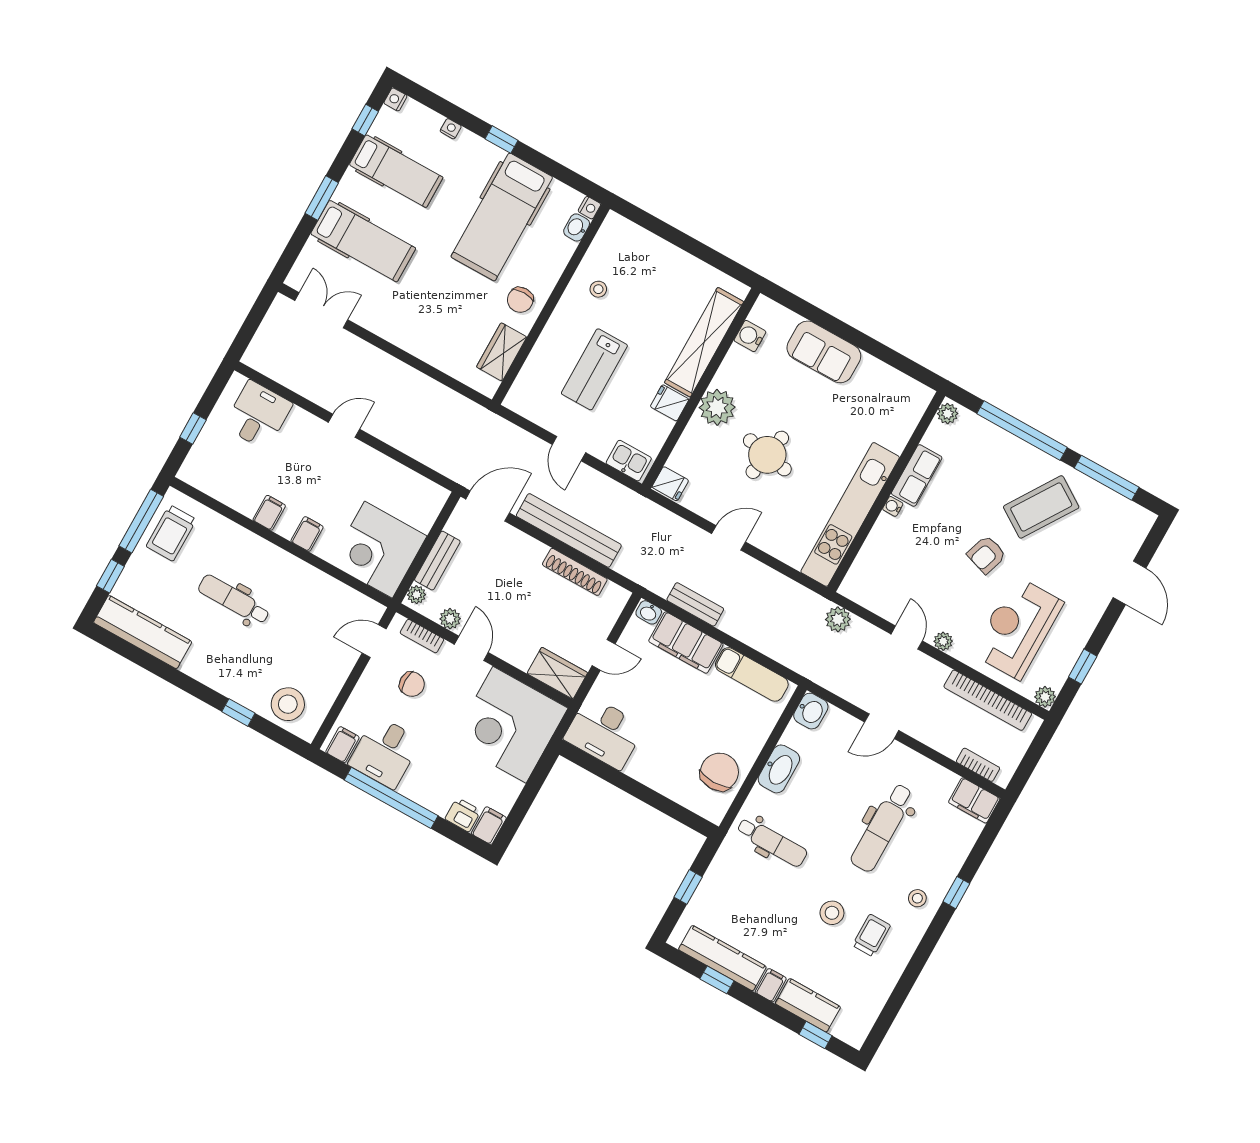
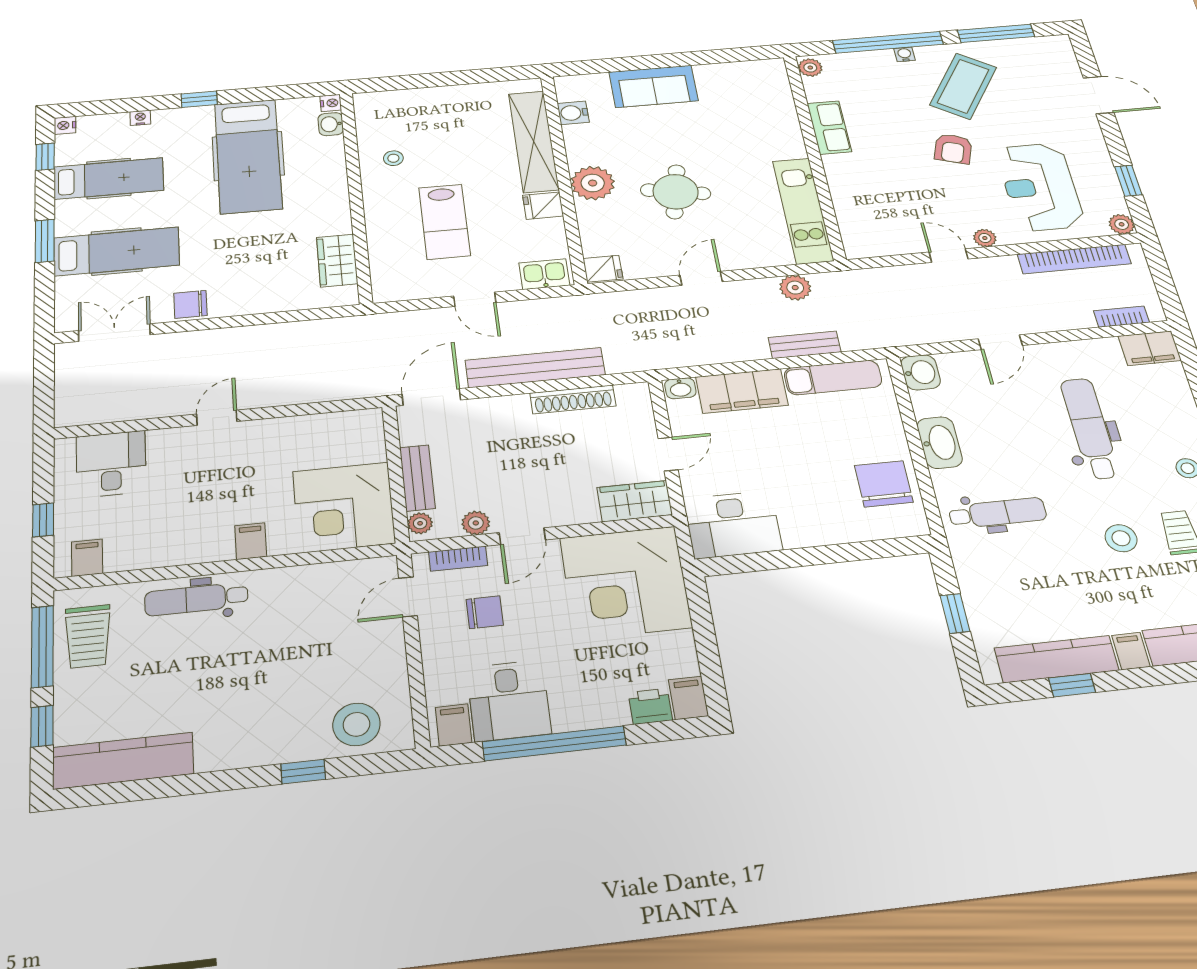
chair: (520, 300) -> (190, 304), moved, turned 90
water cooler: (893, 506) -> (905, 54), moved, turned 90
filing cabinet: (269, 513) -> (87, 558), moved
kitchen unit: (850, 514) -> (803, 211), width x0.73
dental chair: (234, 600) -> (196, 599), moved
bench: (695, 604) -> (805, 345), moved
plant: (838, 619) -> (795, 288), moved
door: (471, 648) -> (522, 536), swing flipped
dental chair: (882, 828) -> (1090, 428), turned 180

